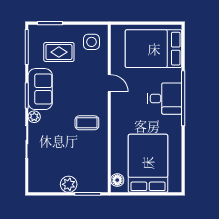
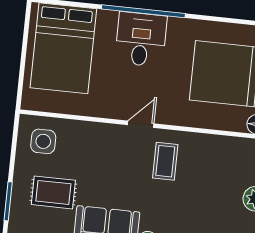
rug: (59, 52) -> (53, 192), turned 90
door: (109, 83) -> (141, 124), moved

